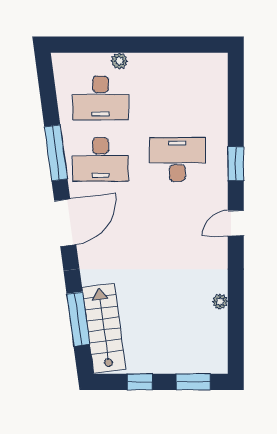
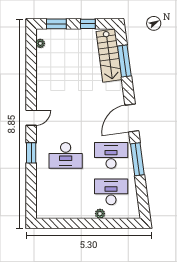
plant: (220, 302) -> (40, 43), moved

